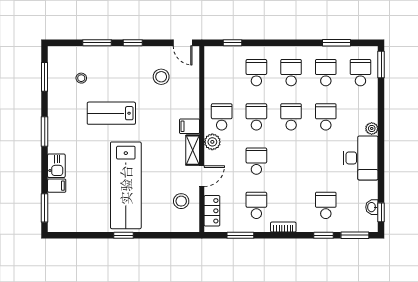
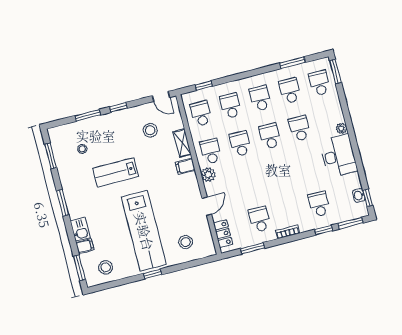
shelving: (193, 150) -> (182, 143), moved
school desk: (256, 161) -> (201, 113), moved
stool: (181, 201) -> (186, 242), moved
stool: (74, 215) -> (106, 267), added

